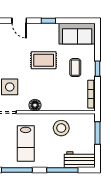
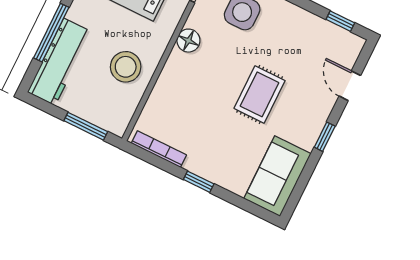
door: (19, 21) -> (350, 86), hinge flipped
coffee table: (75, 68) -> (220, 144), removed
workbench: (80, 160) -> (59, 62), width x1.38

